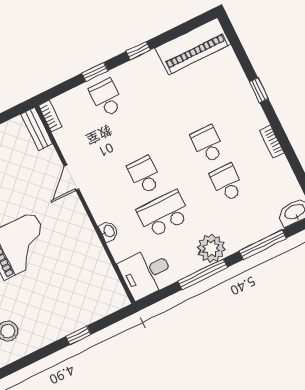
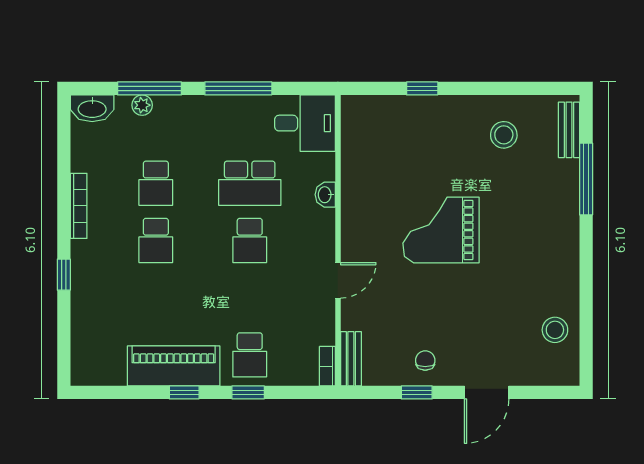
piano: (193, 46) -> (174, 366), moved
bookcase: (272, 142) -> (79, 206), width x1.56
plant: (211, 248) -> (142, 105), moved, width x0.53, depth x0.53

